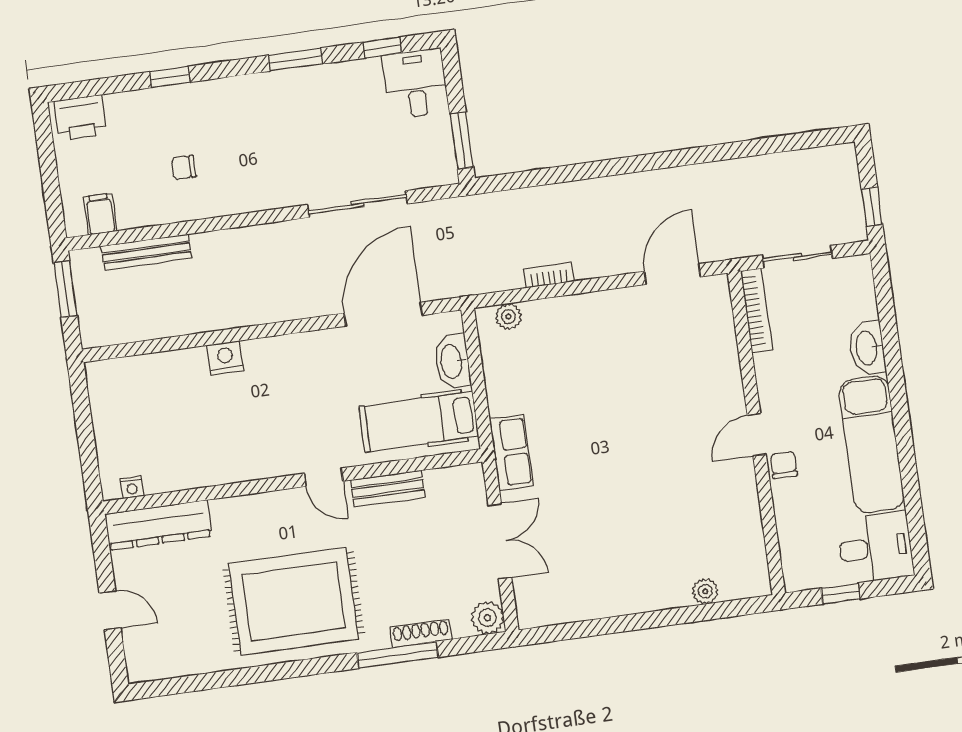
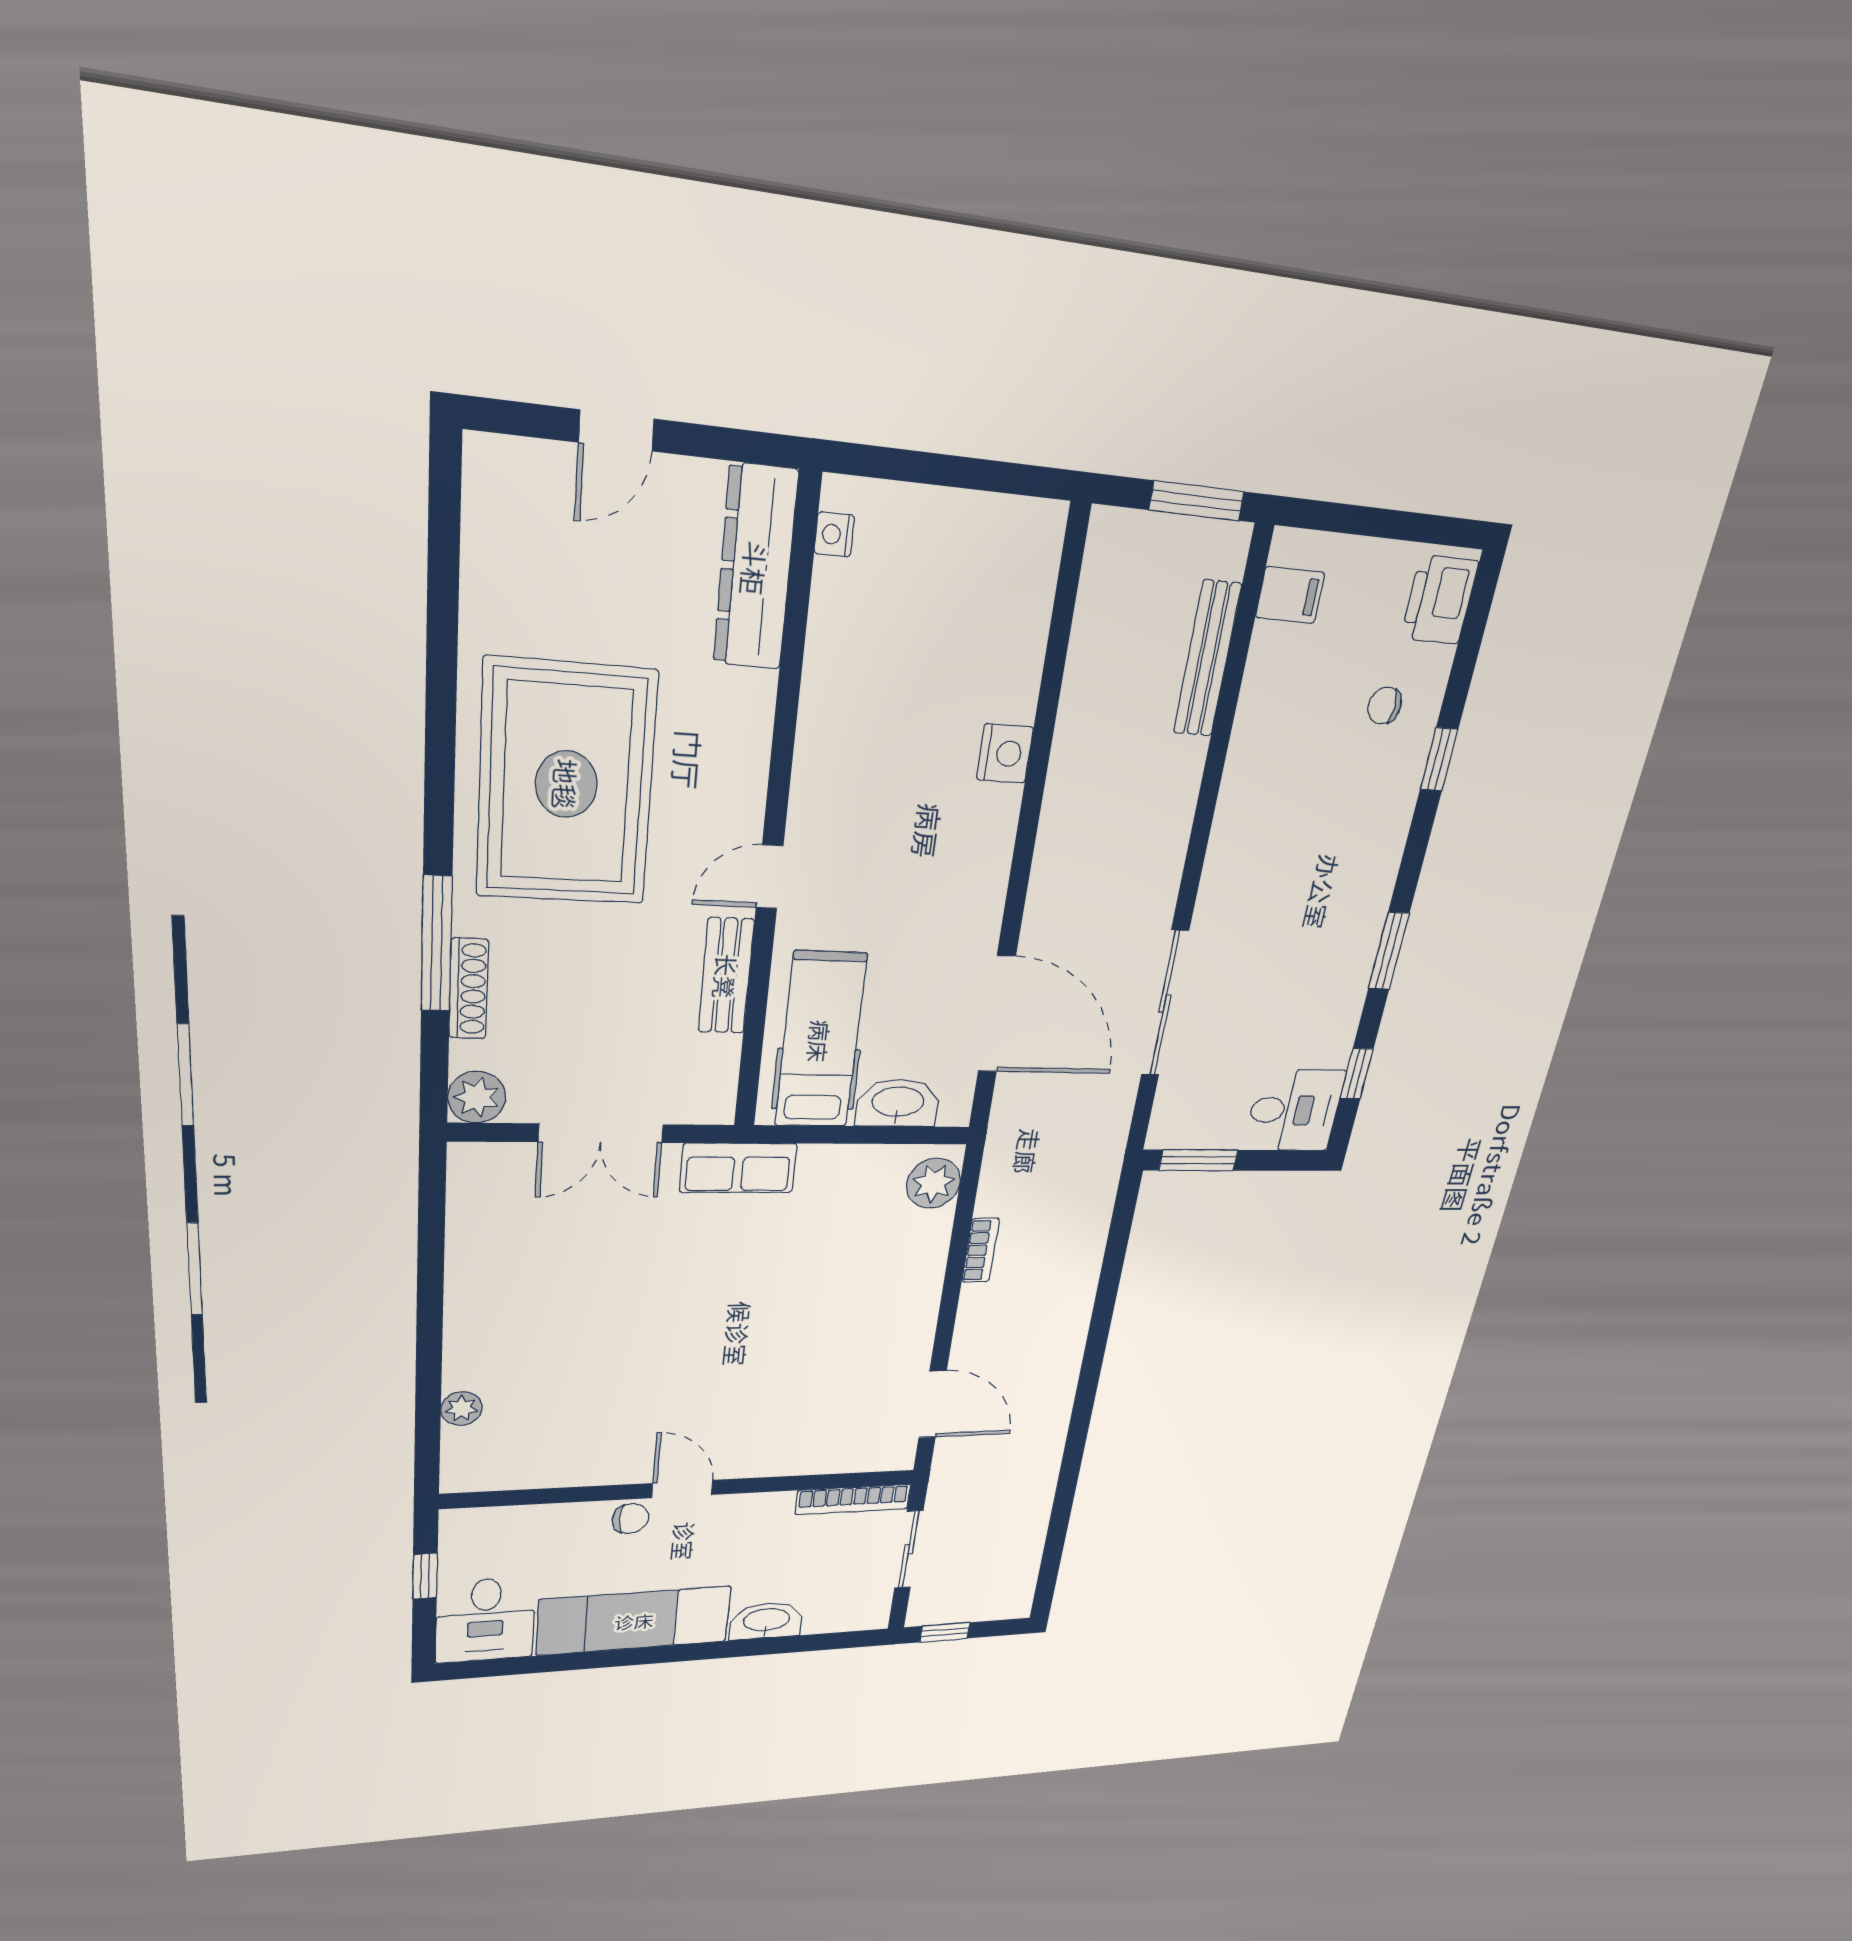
chair: (184, 167) -> (1385, 706), moved, turned -90
plant: (508, 317) -> (933, 1183), width x1.38, depth x1.38

